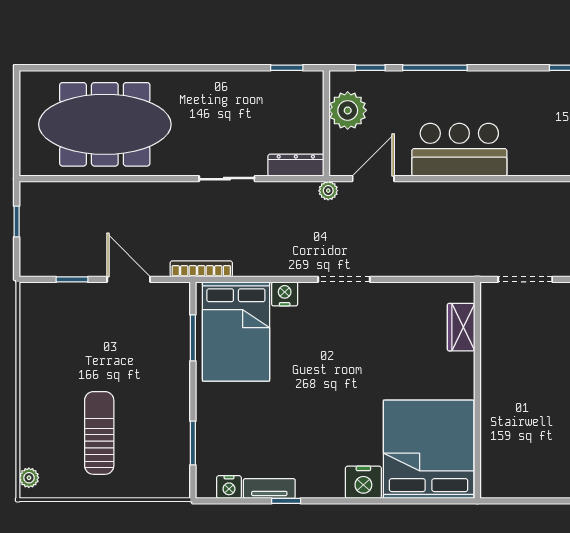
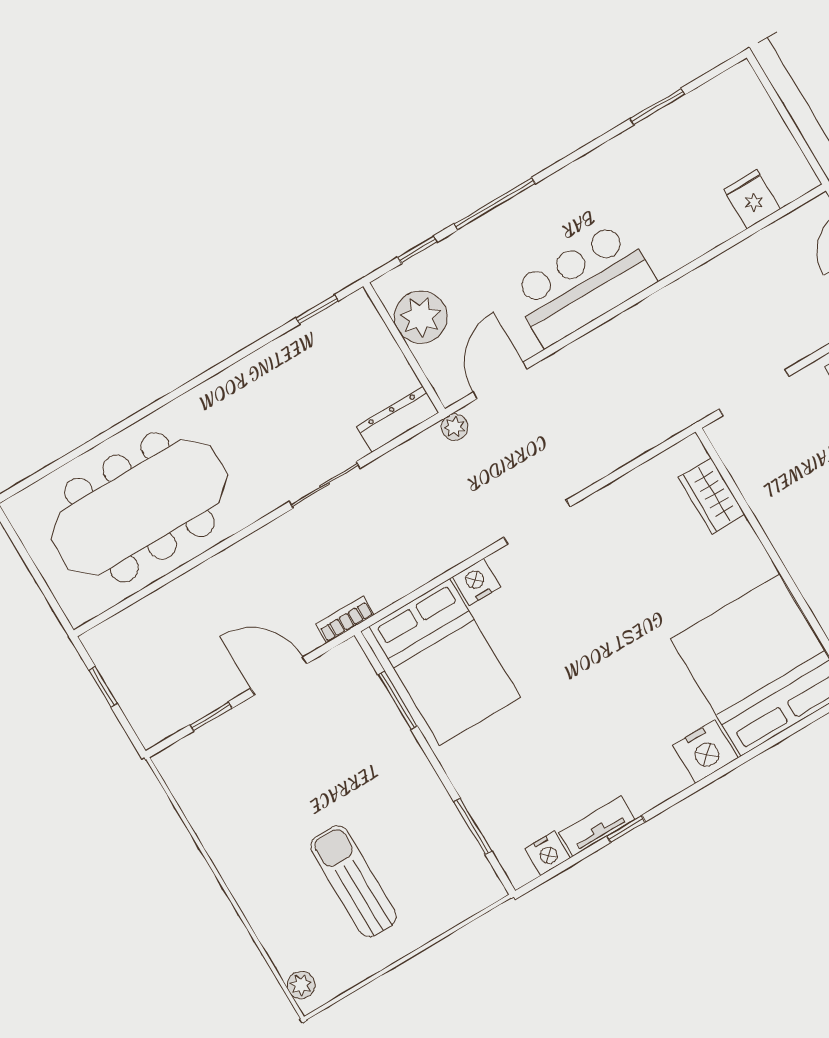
bookcase: (201, 269) -> (345, 619), width x0.64

